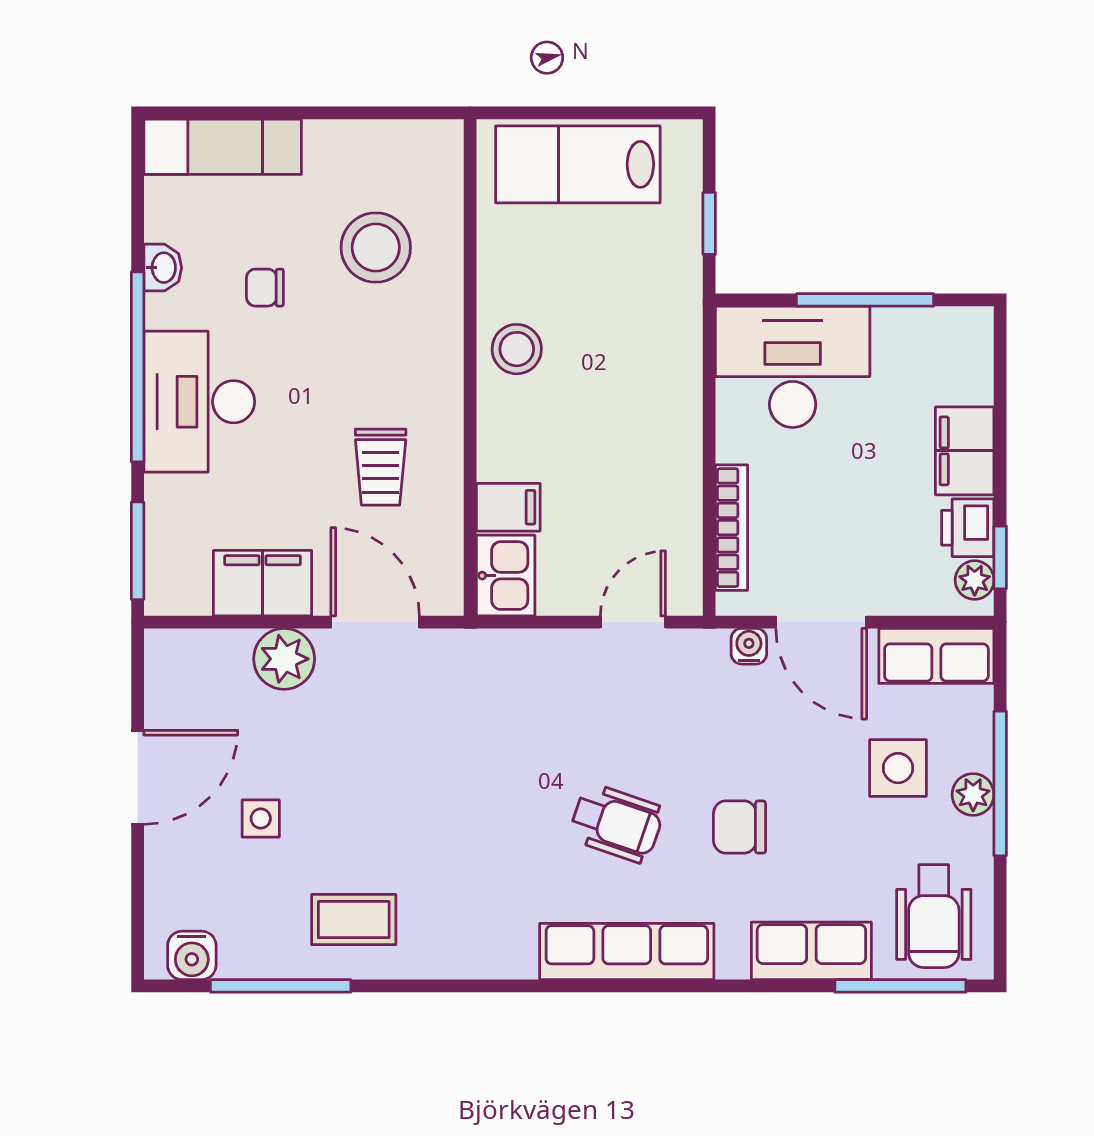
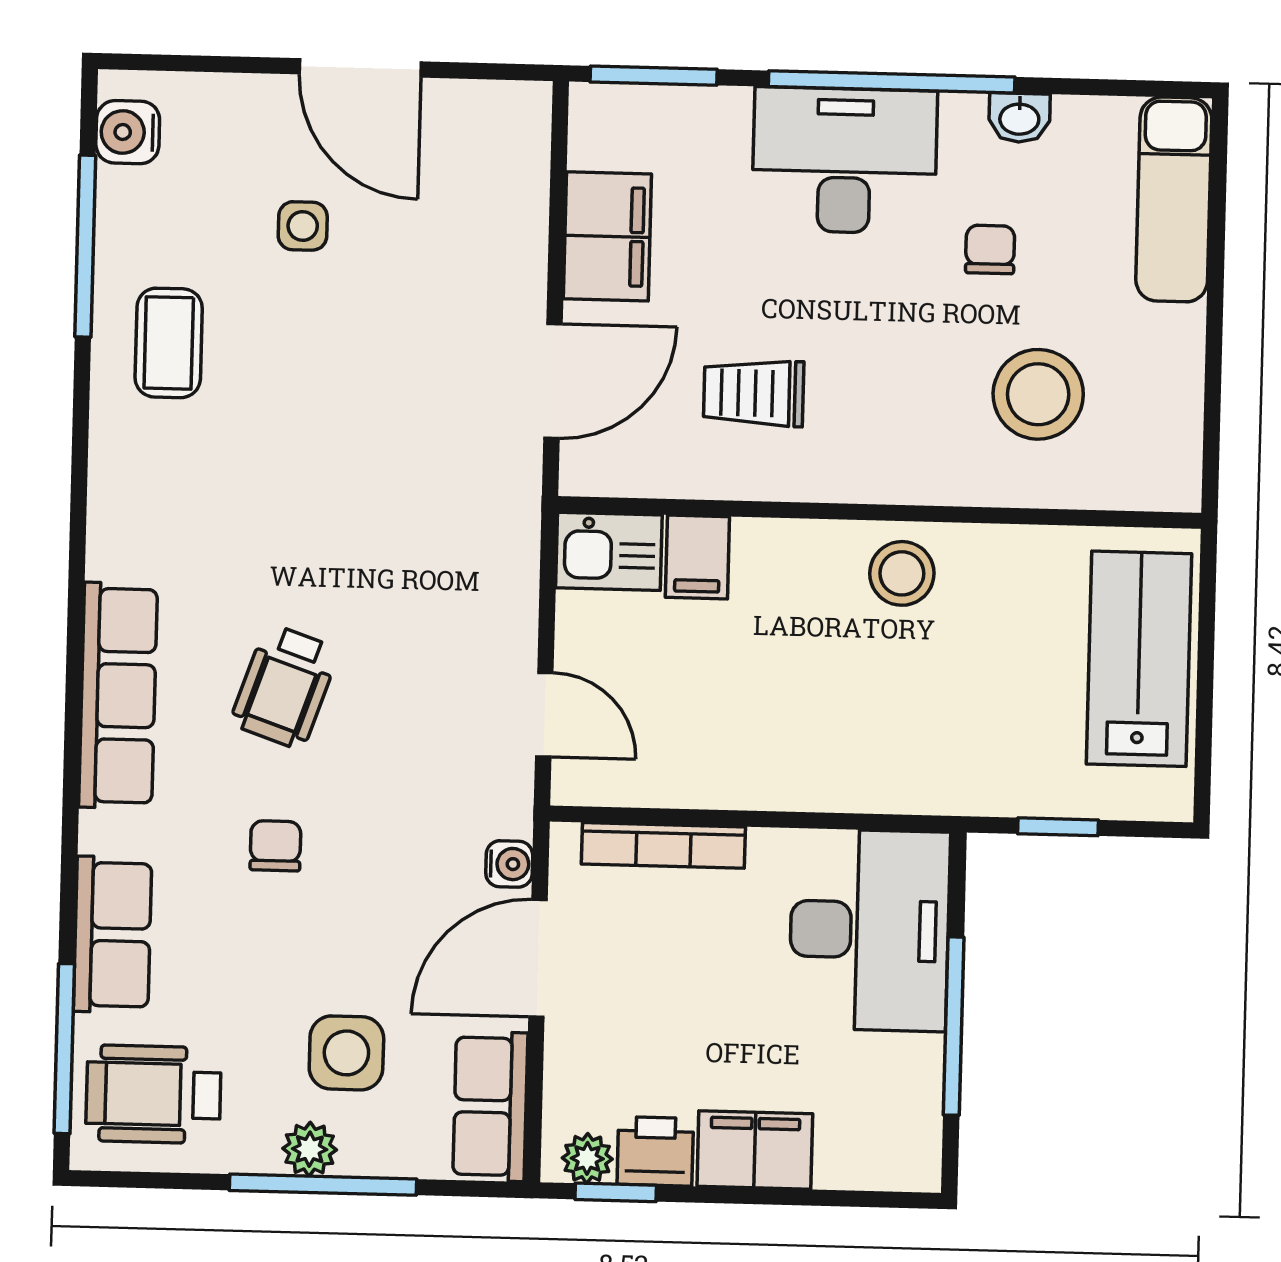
plant: (284, 659) -> (509, 262), removed
chair: (740, 827) -> (275, 846), width x0.73, depth x0.73

